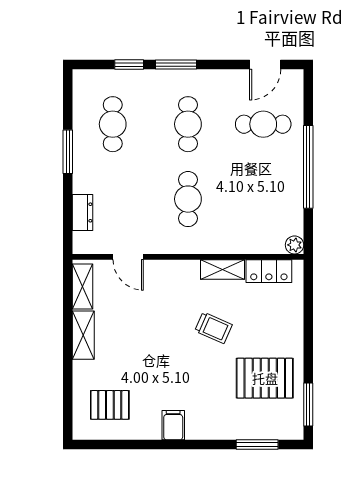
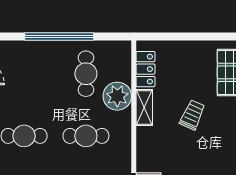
cafe table: (263, 124) -> (86, 74), moved
plant: (295, 245) -> (117, 96), moved, width x1.87, depth x1.87

